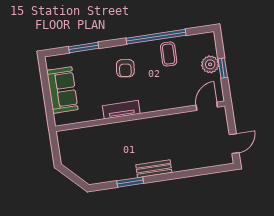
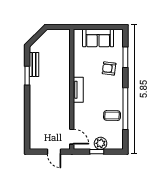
armchair: (125, 68) -> (109, 68), moved
tv unit: (121, 110) -> (78, 90), moved
door: (234, 144) -> (54, 152), moved
bench: (154, 169) -> (34, 65), moved

